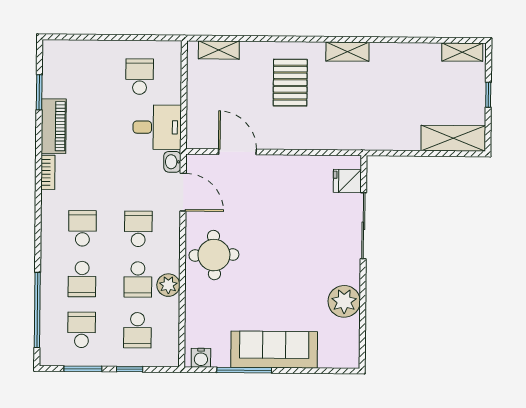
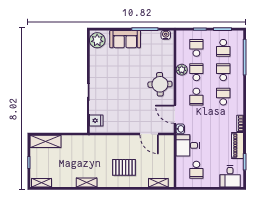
shelving: (347, 52) -> (87, 183), moved
desk: (70, 62) -> (230, 176), added
pallet: (290, 83) -> (124, 167), turned 90
school desk: (82, 228) -> (223, 97), turned 180
plant: (344, 301) -> (97, 40), moved
sofa: (274, 350) -> (125, 39), width x0.73

